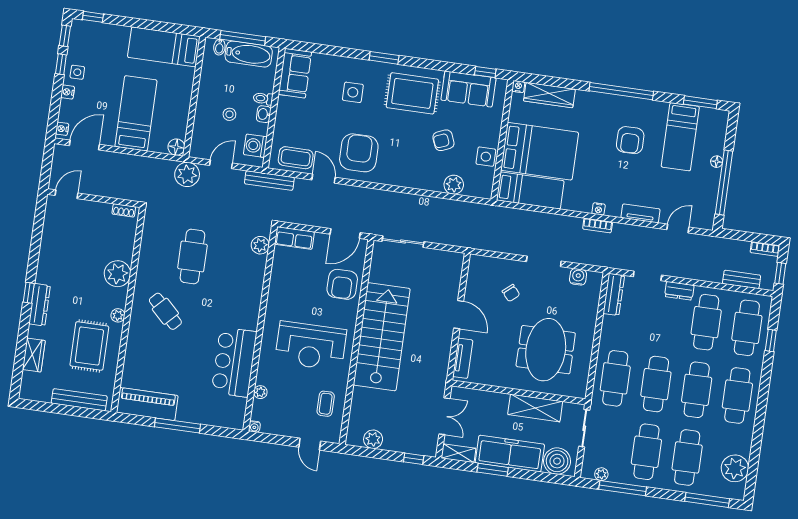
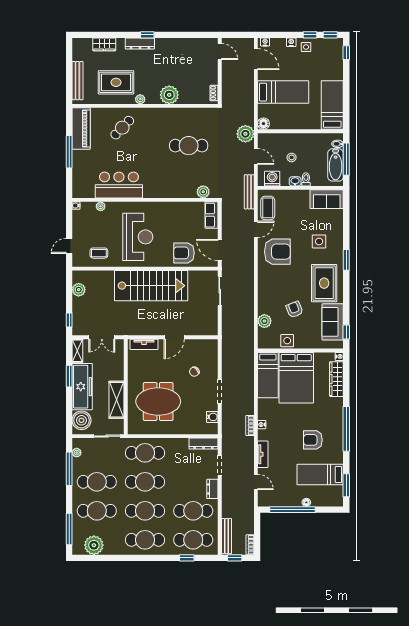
bench: (742, 279) -> (226, 536), width x1.36
cafe table: (165, 311) -> (122, 128), moved
reception desk: (311, 346) -> (138, 237), turned 180

